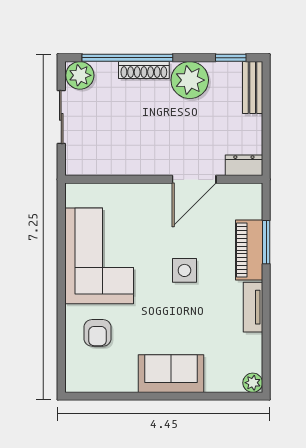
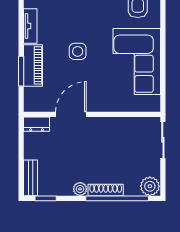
plant: (190, 80) -> (80, 189), width x0.53, depth x0.53
sliding door: (61, 117) -> (163, 140), moved

